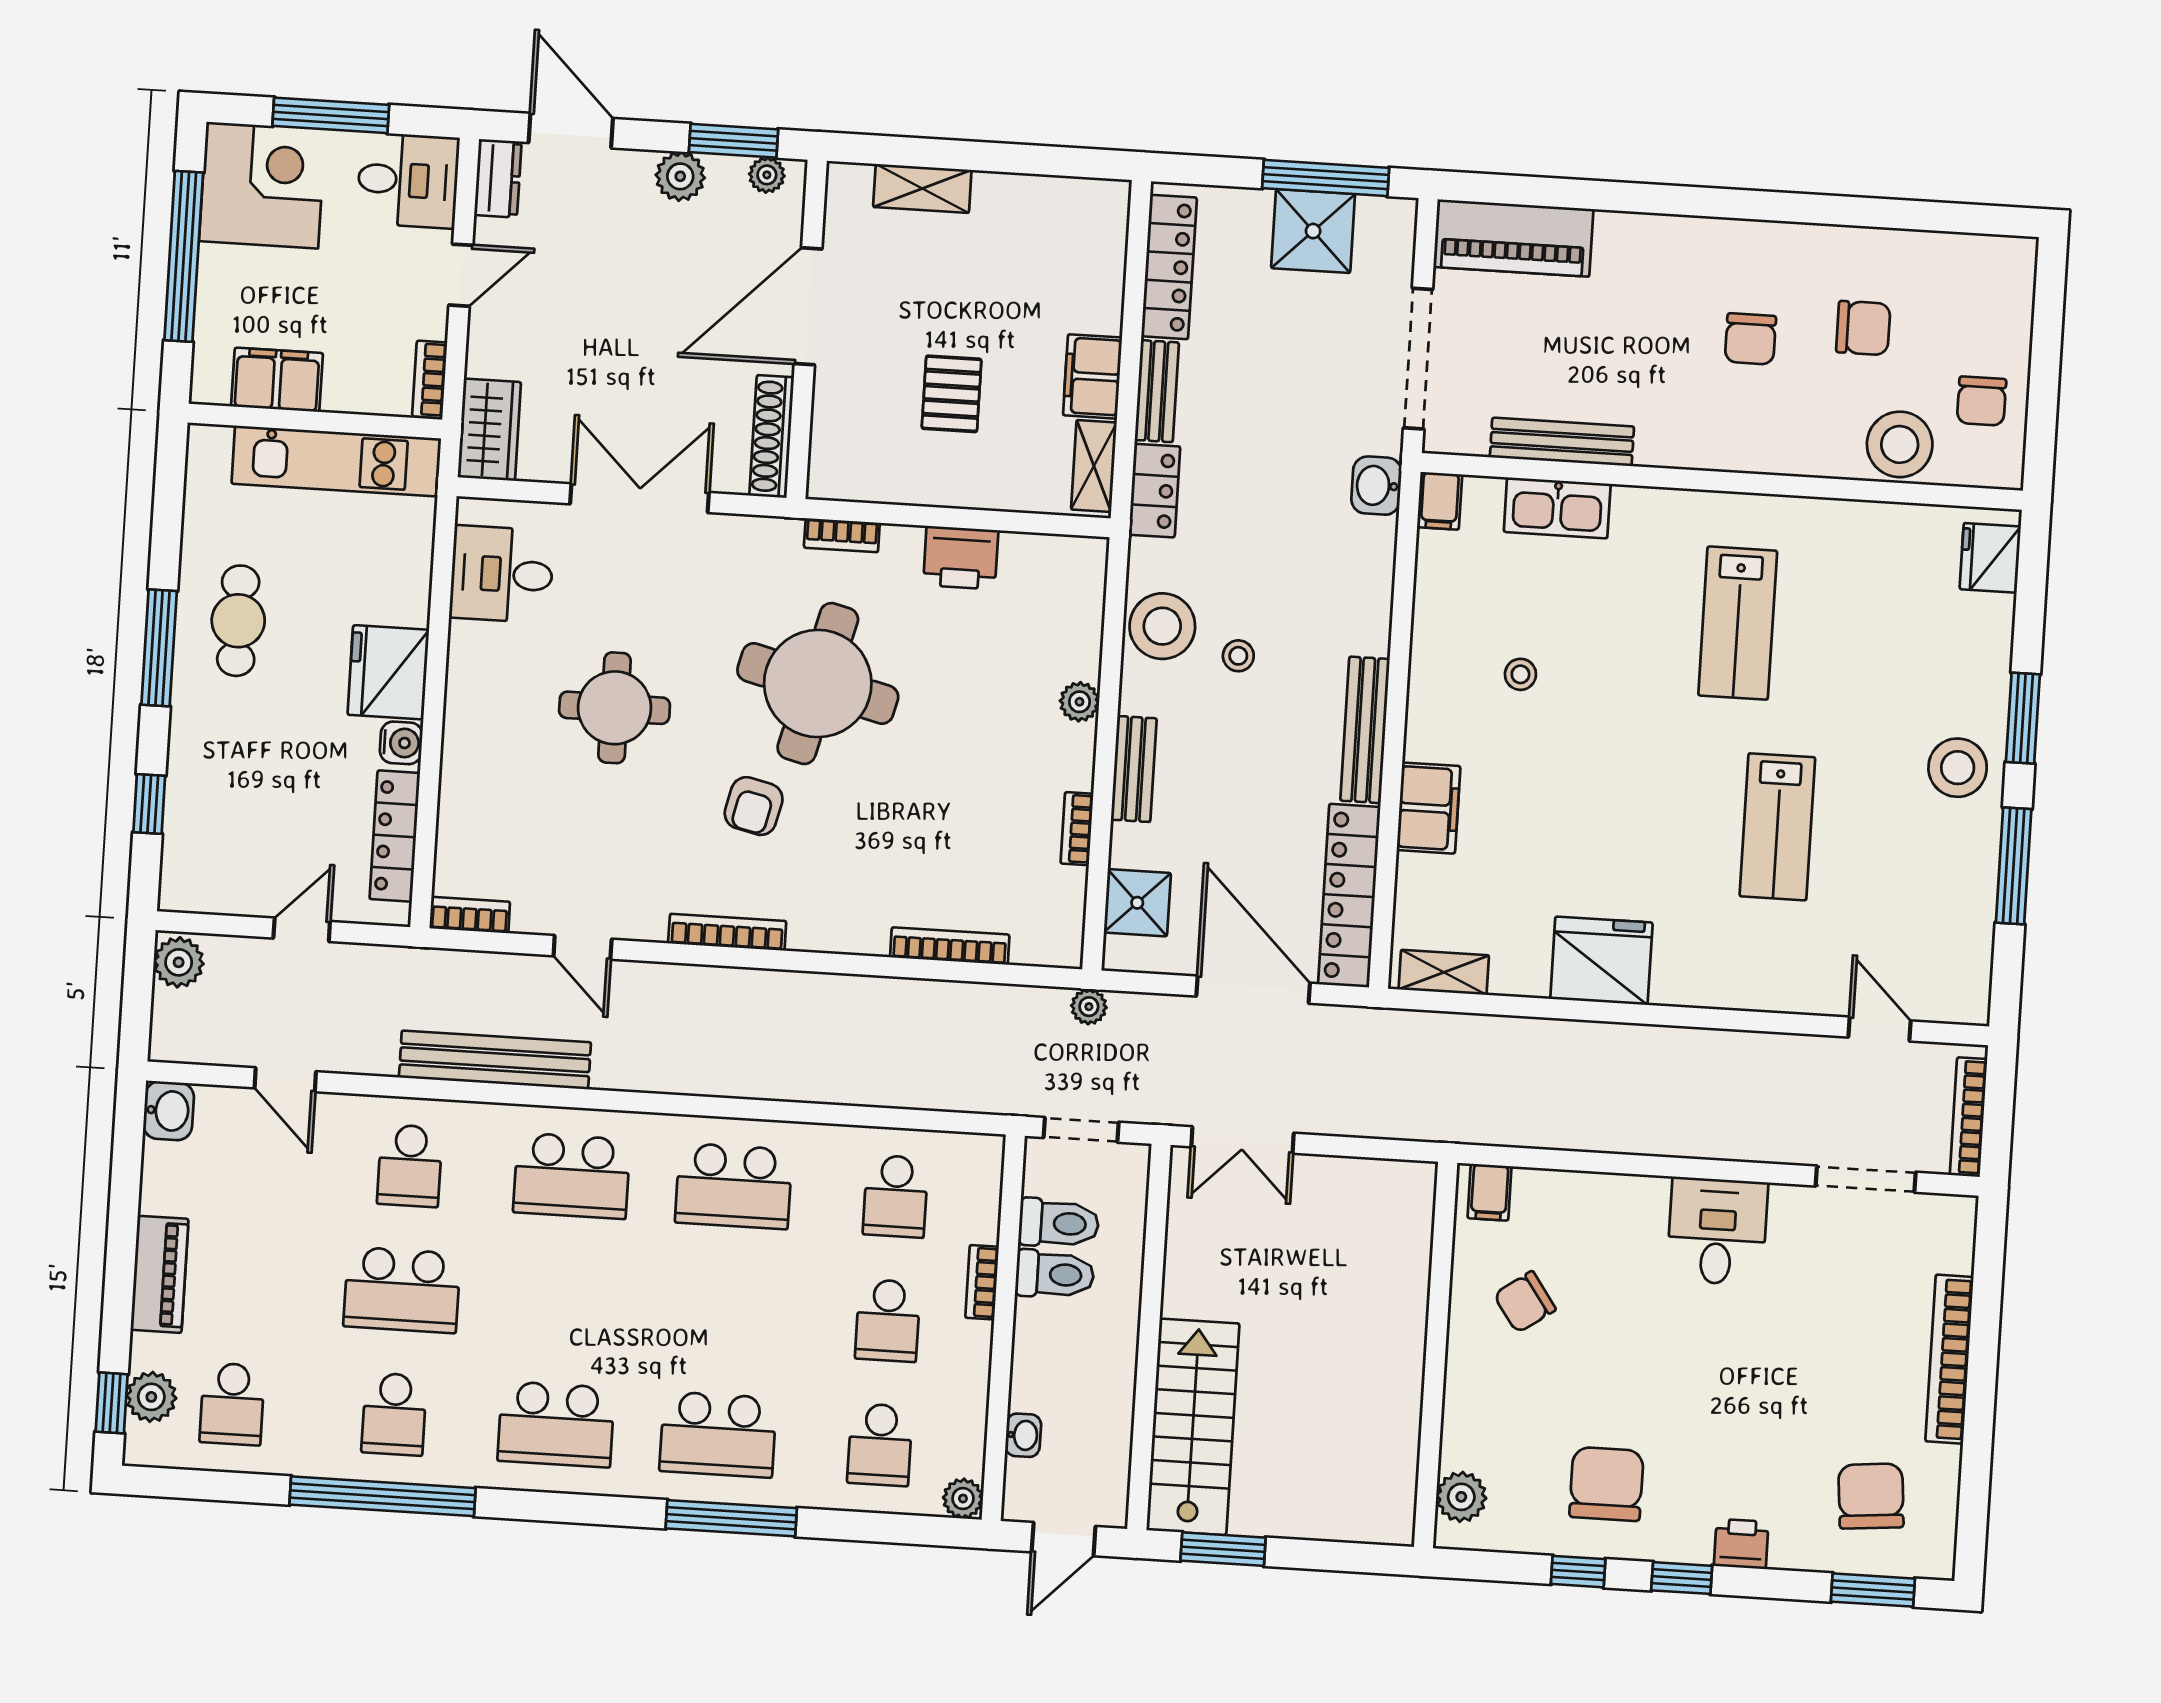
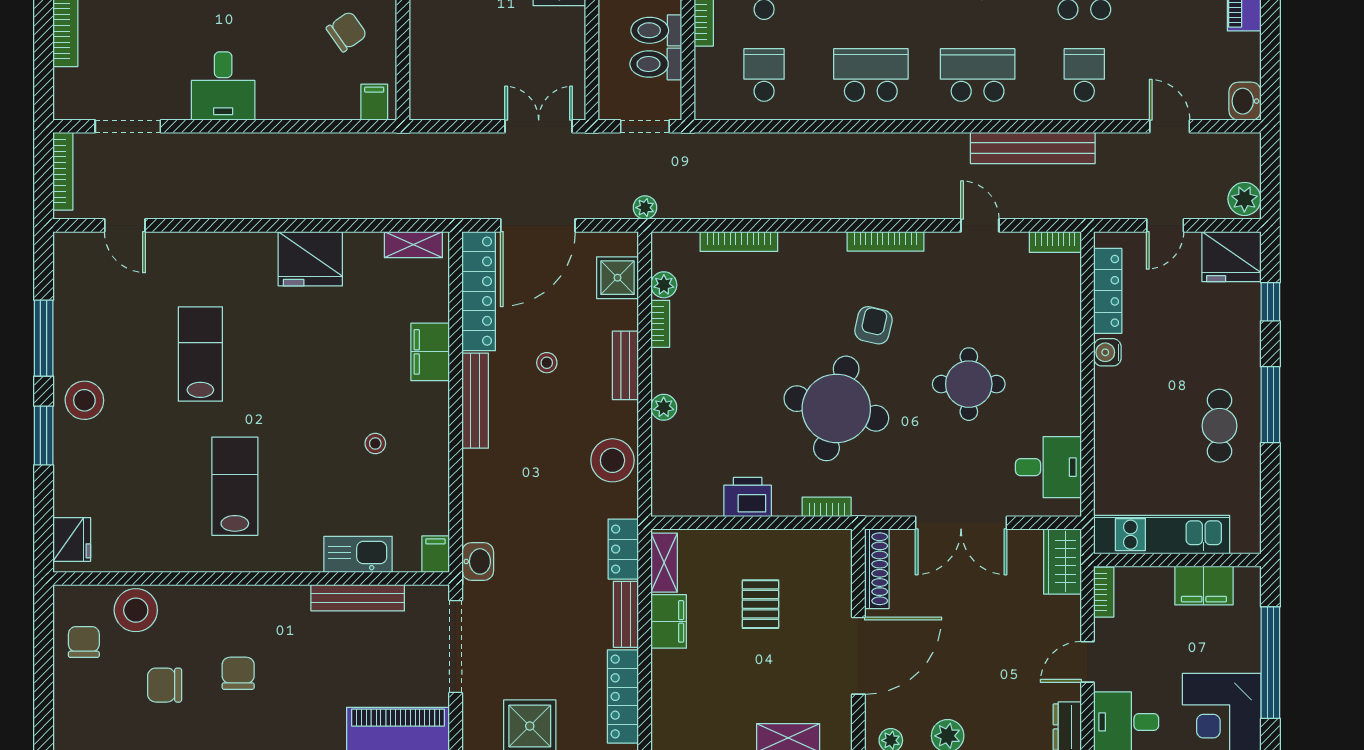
stool: (1238, 656) -> (547, 363), moved
fridge: (388, 672) -> (1231, 257), moved, turned 90
plant: (1068, 887) -> (664, 285), added
door: (1253, 990) -> (538, 225), hinge flipped

